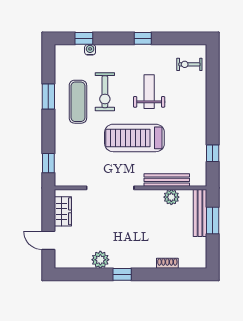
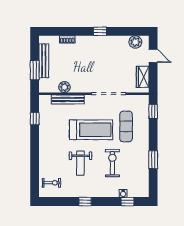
exercise mat: (78, 102) -> (126, 126), moved
bench: (200, 213) -> (44, 61), moved
plant: (100, 260) -> (135, 42), moved

